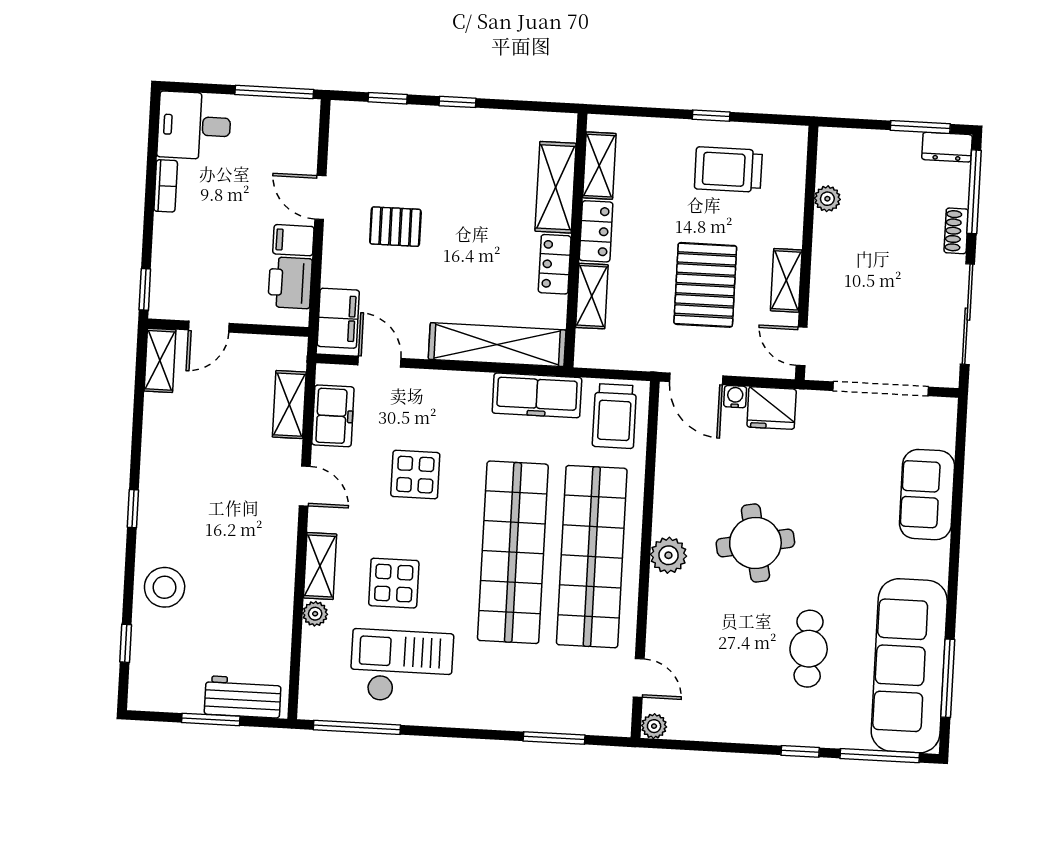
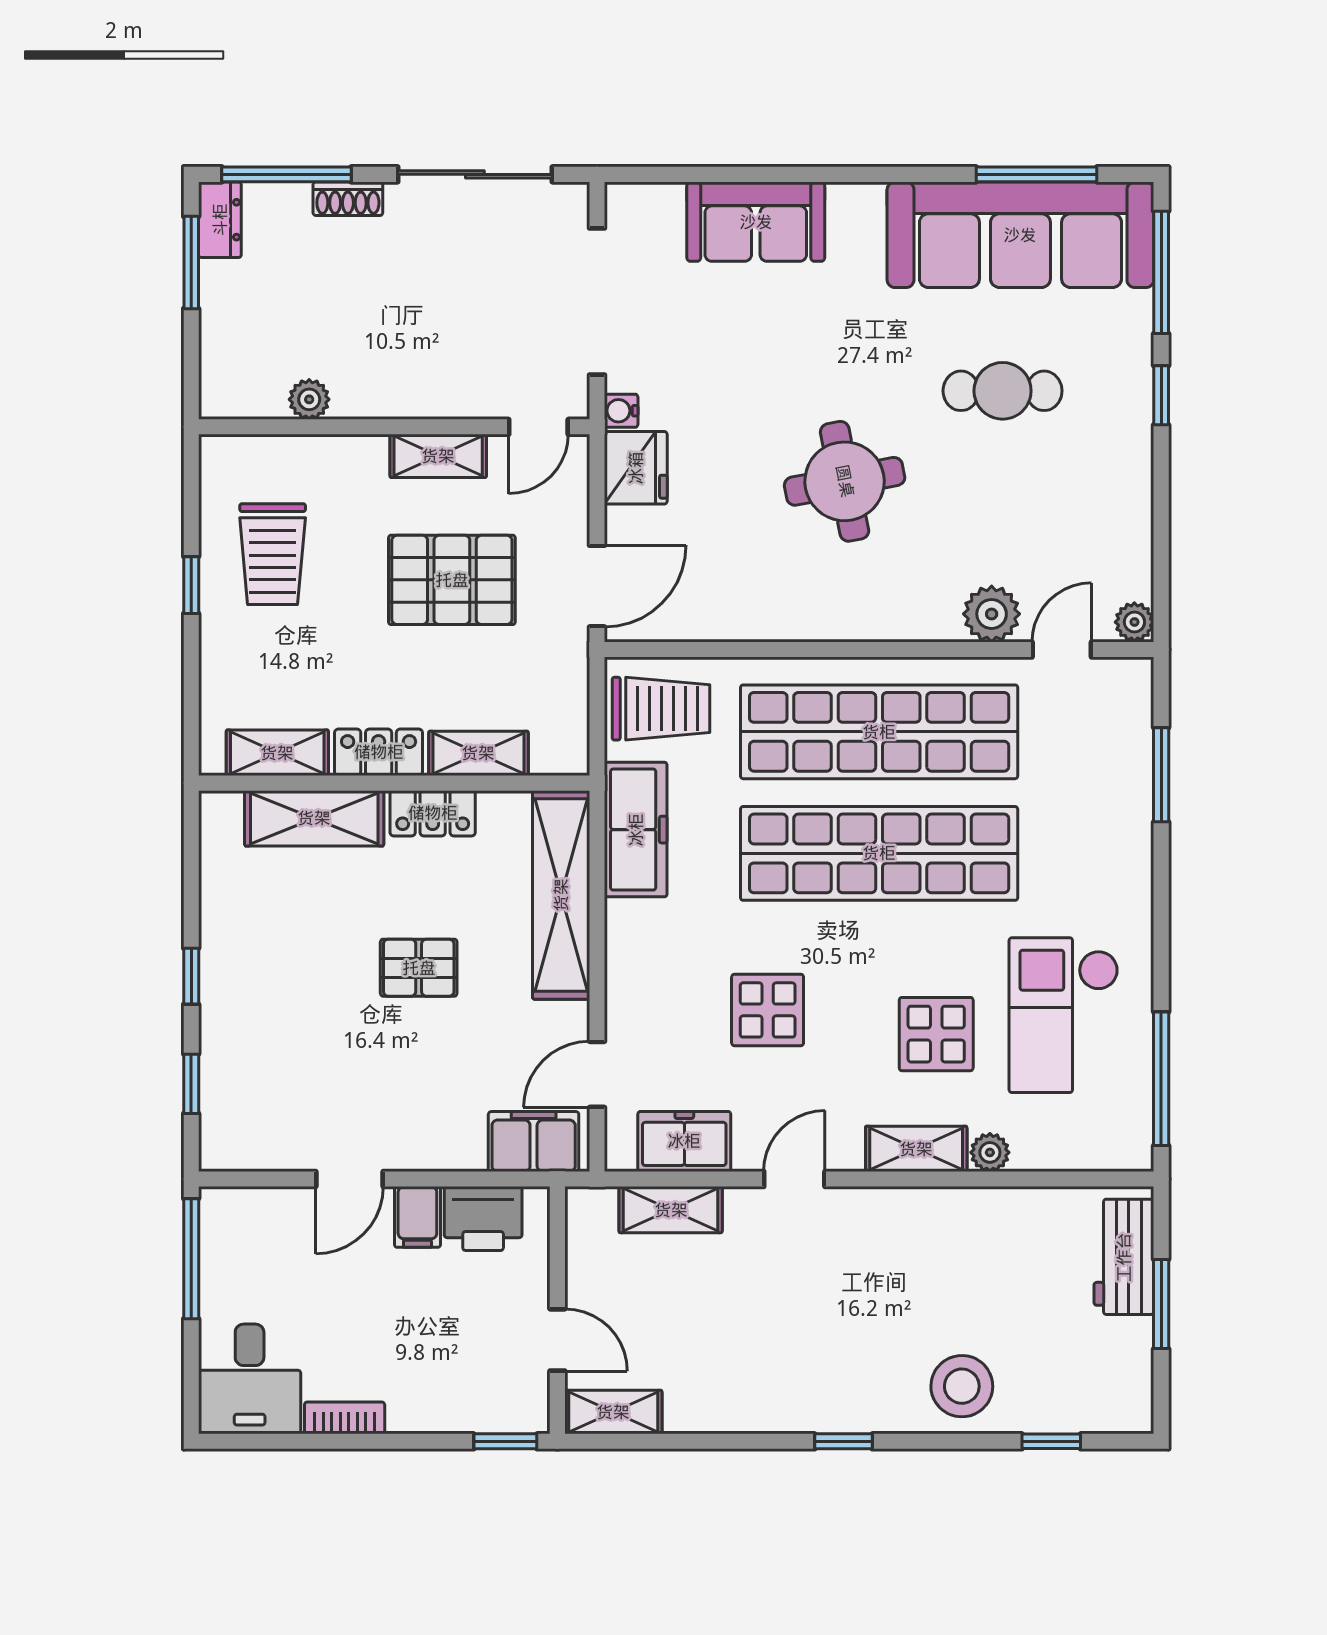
pallet: (395, 227) -> (419, 968), moved, turned 90
water cooler: (735, 397) -> (621, 411), moved
plant: (668, 555) -> (992, 614), moved

